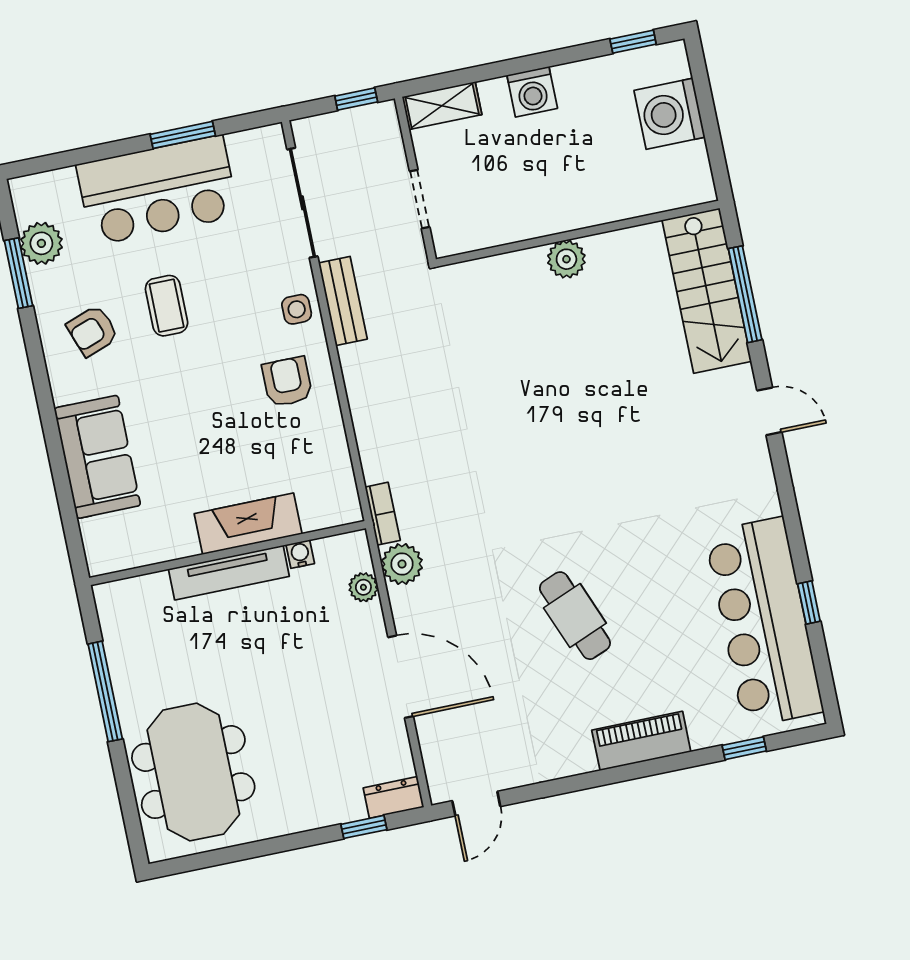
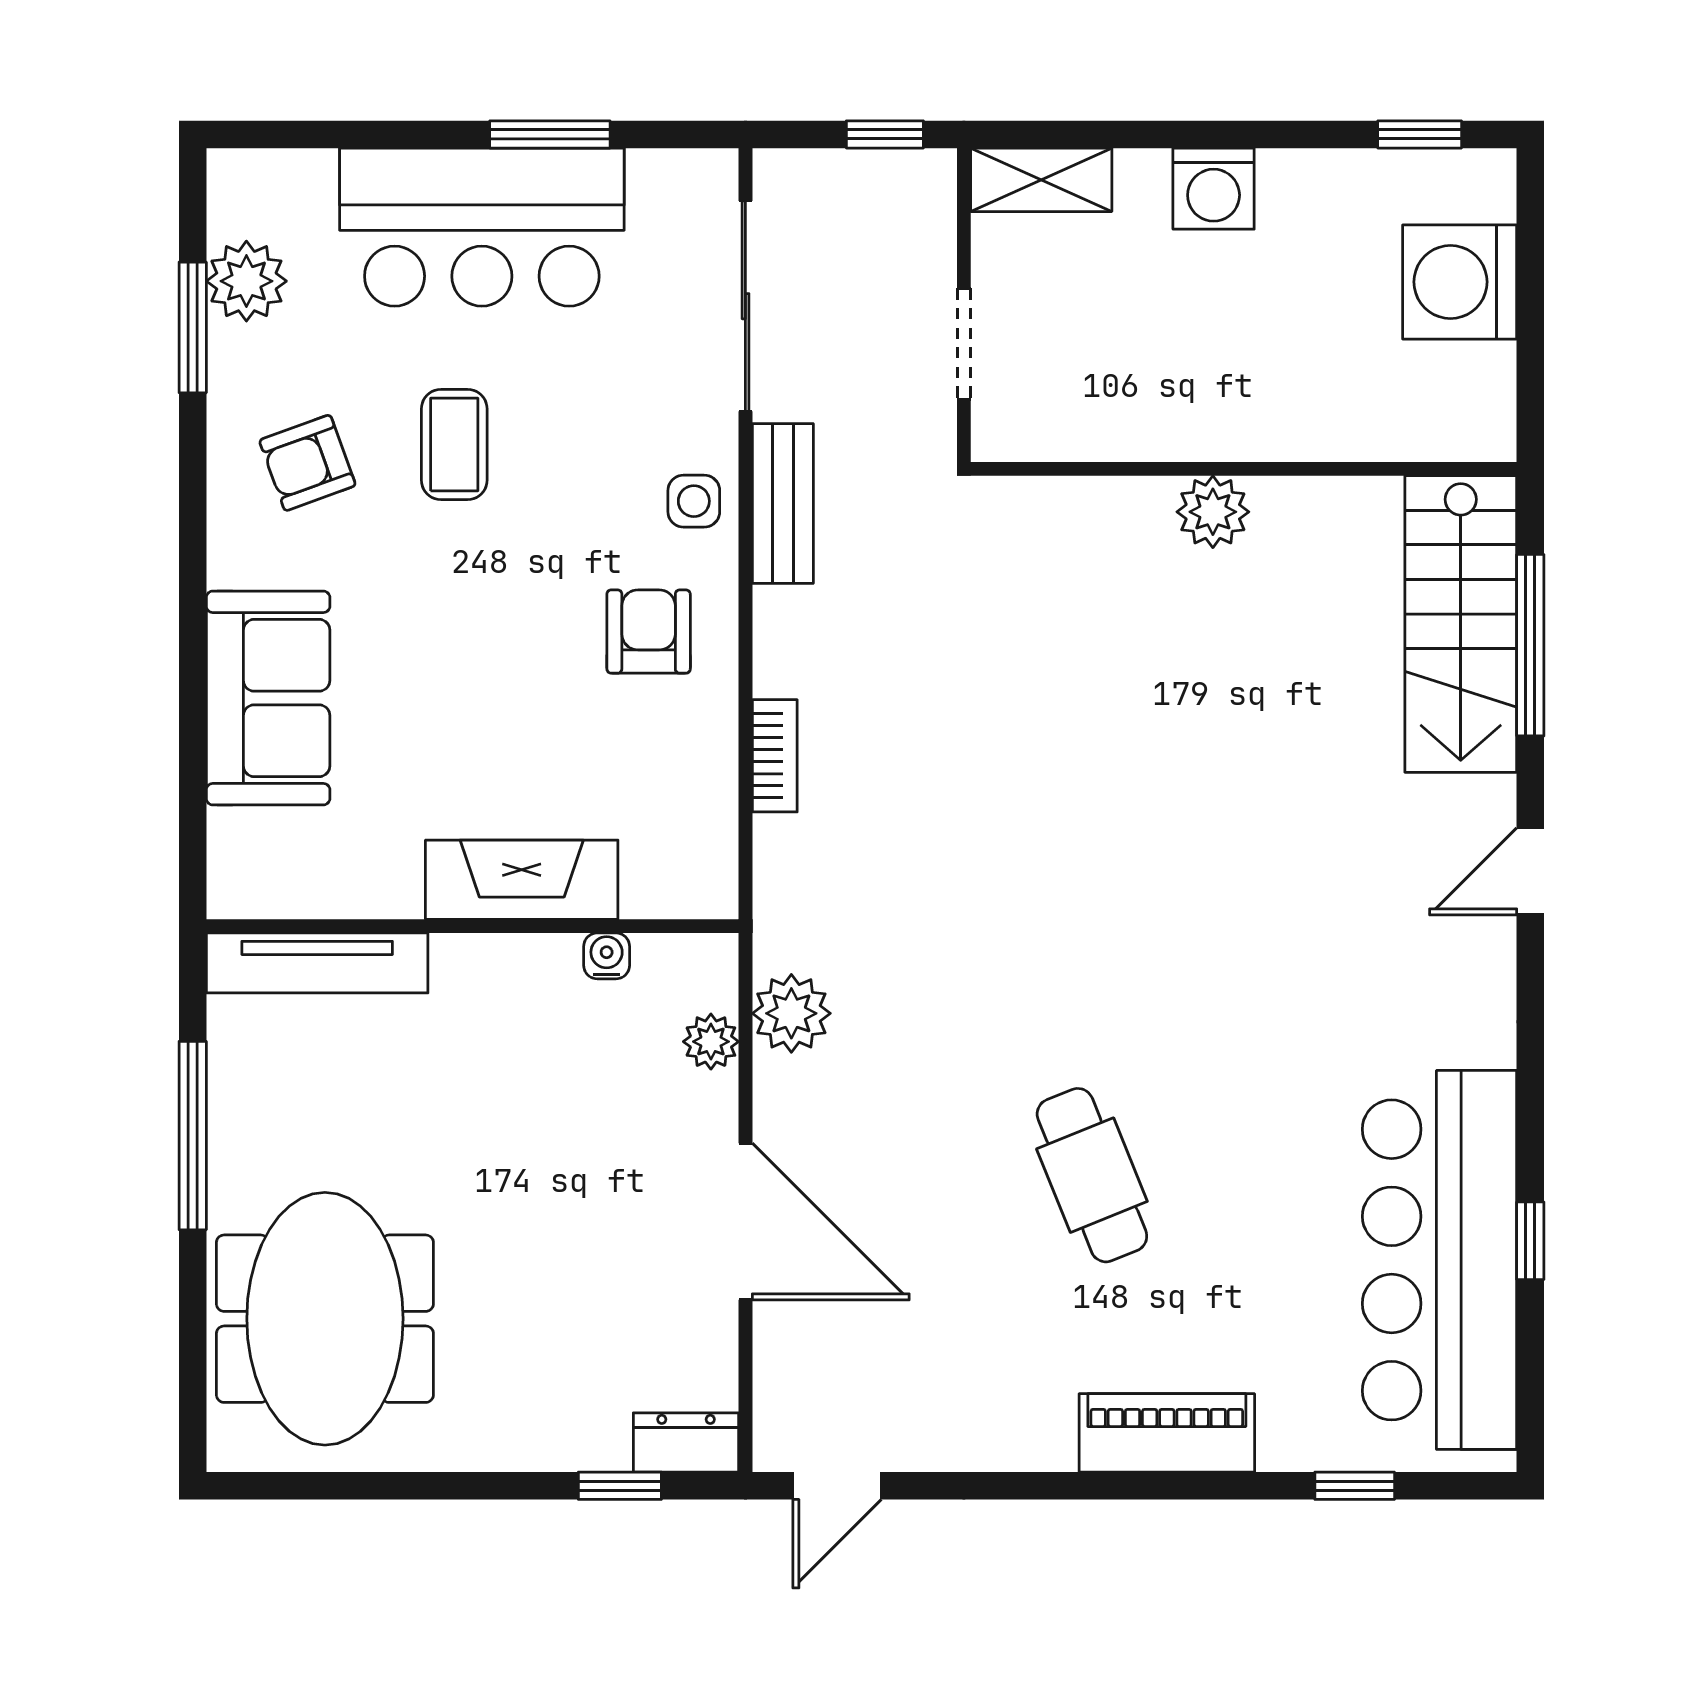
door: (769, 411) -> (1530, 871), swing flipped
bookcase: (383, 514) -> (775, 756), moved
tv unit: (229, 573) -> (317, 963), moved

